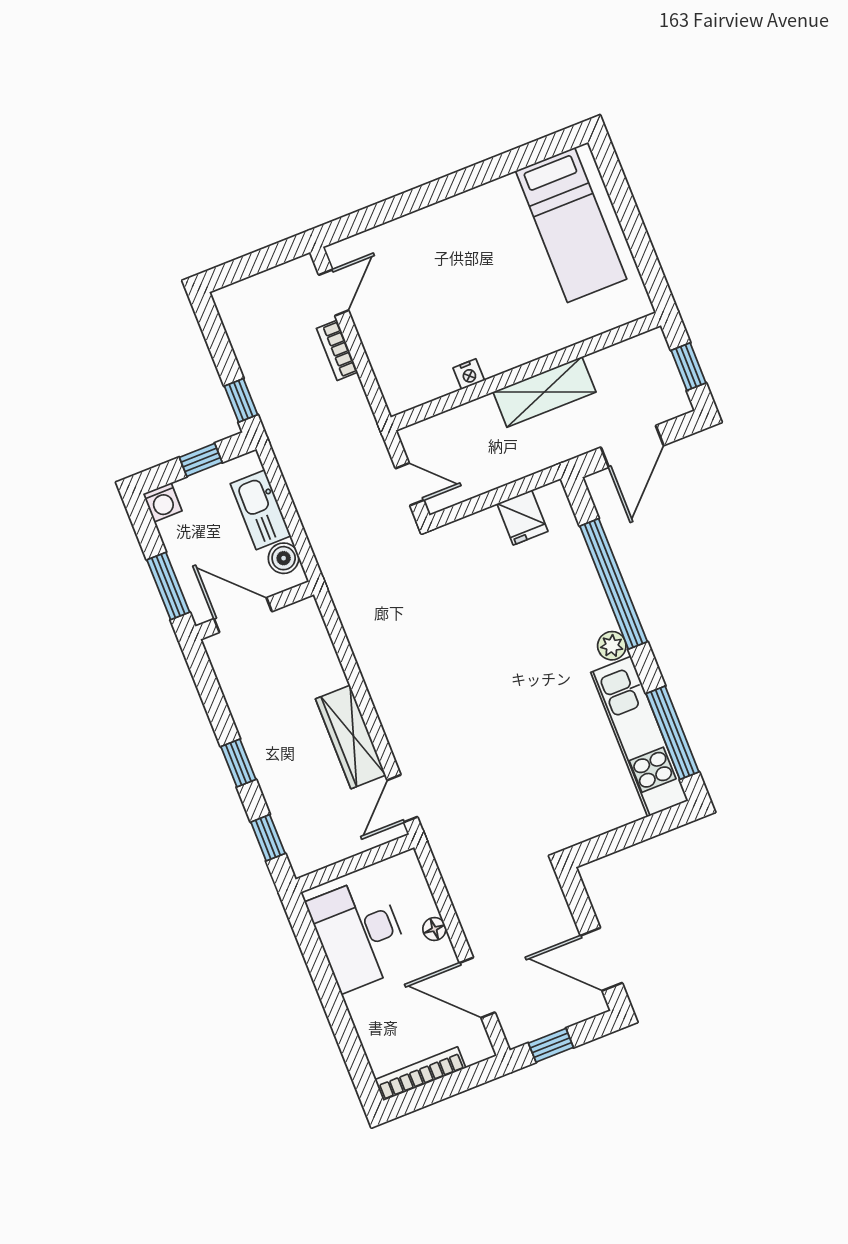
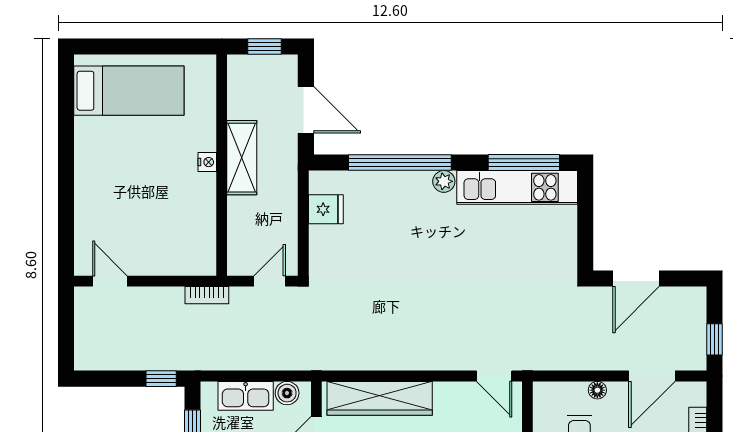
bookcase: (337, 350) -> (207, 295), moved
nightstand: (469, 374) -> (207, 162), moved
wardrobe: (351, 737) -> (380, 398), moved, width x1.40, depth x1.17
door: (601, 959) -> (636, 278), moved

